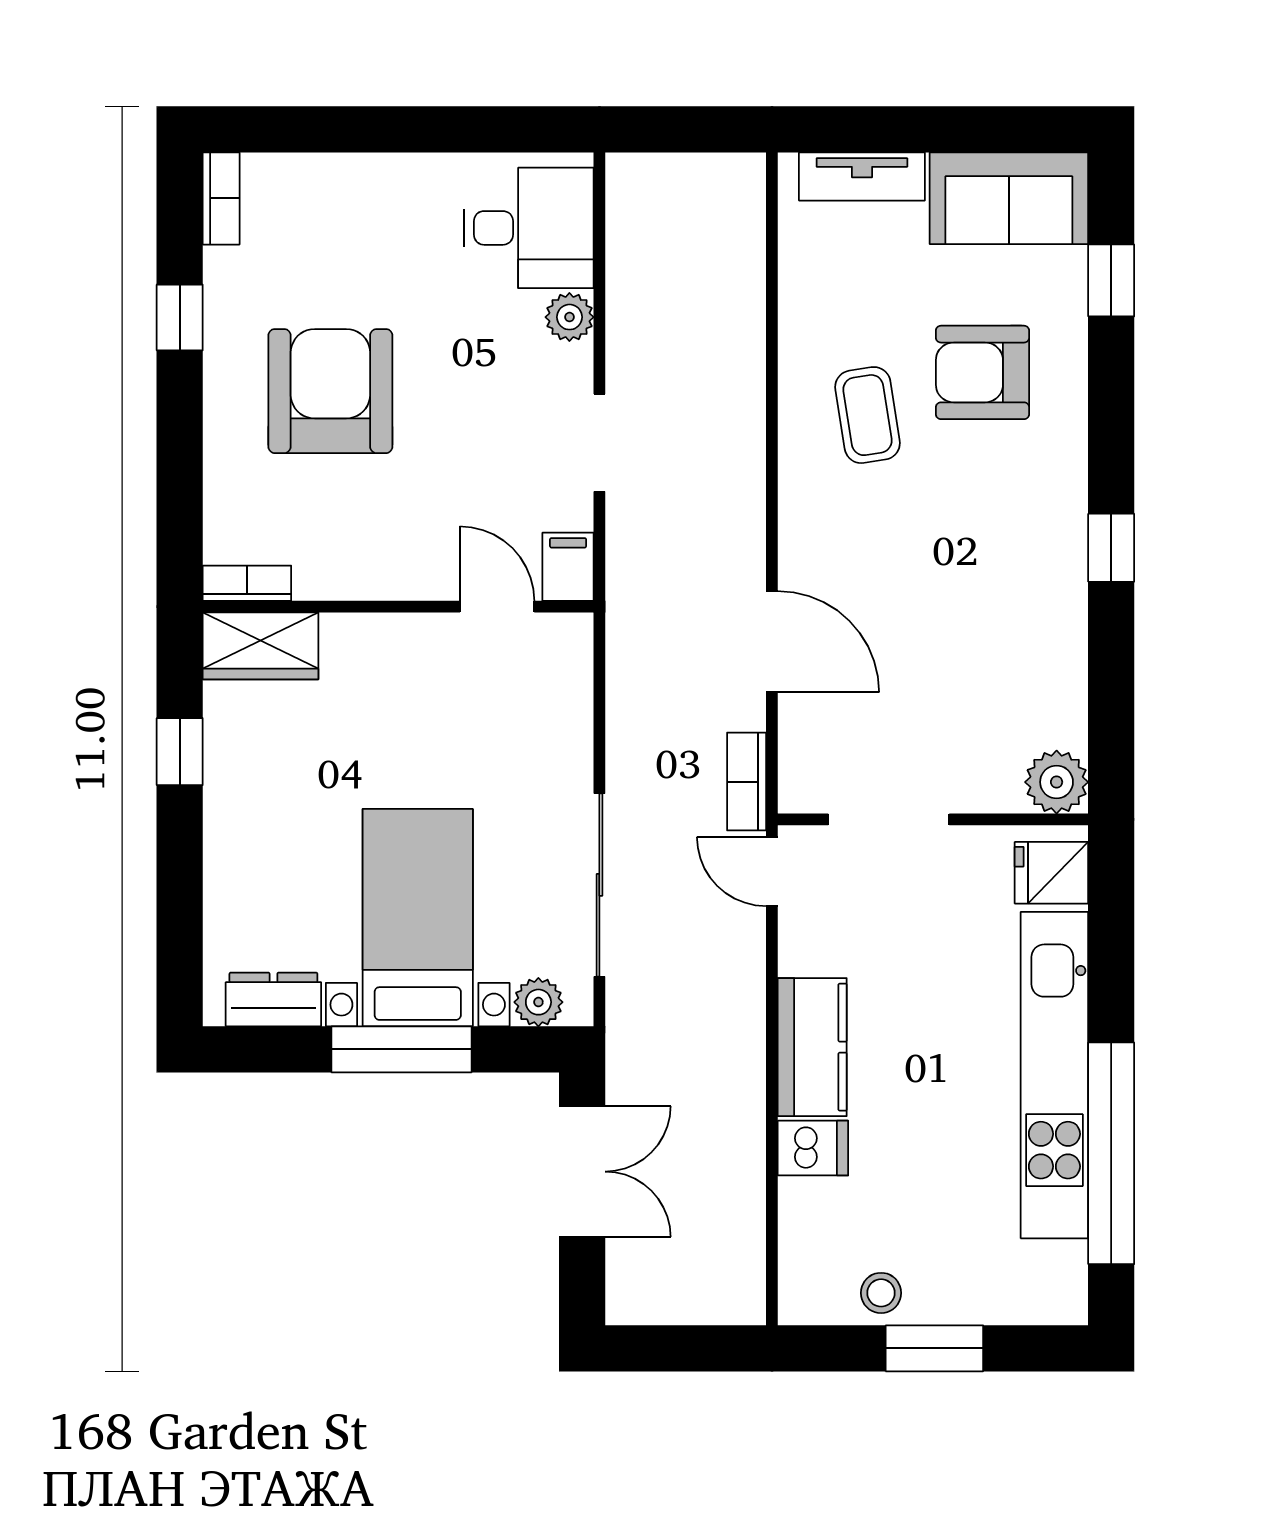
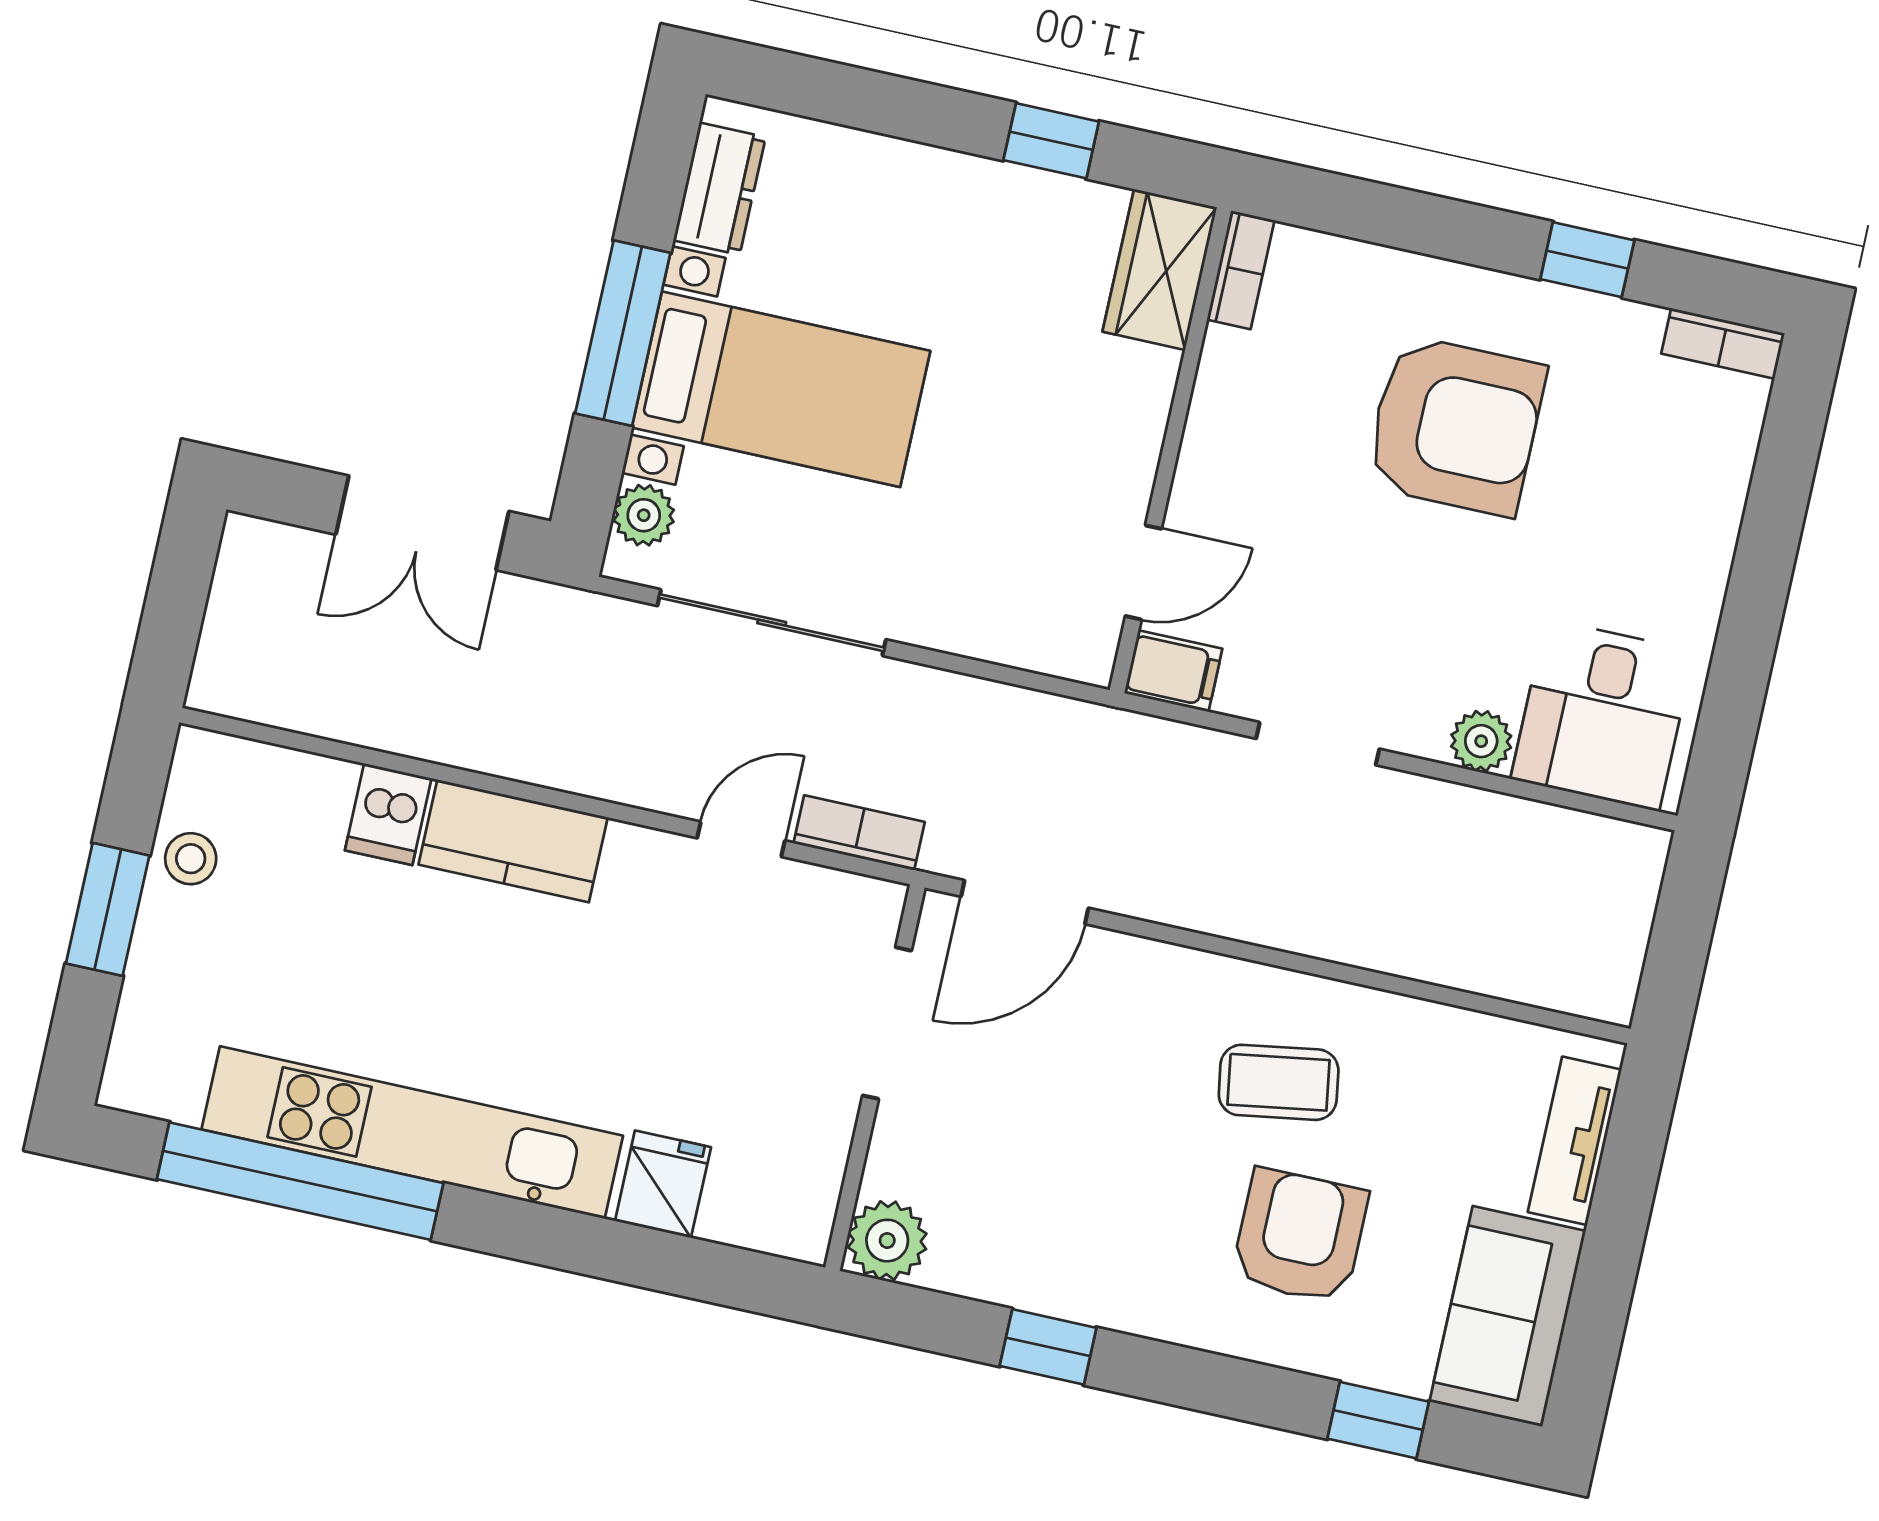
plant: (1057, 782) -> (887, 1241), moved
doorway: (889, 819) -> (887, 1023), moved
wall: (933, 819) -> (875, 1078), moved

